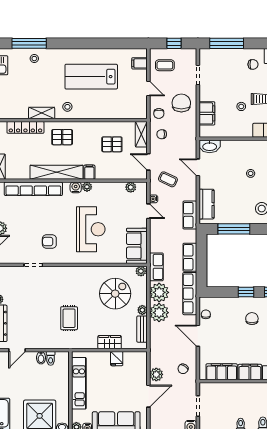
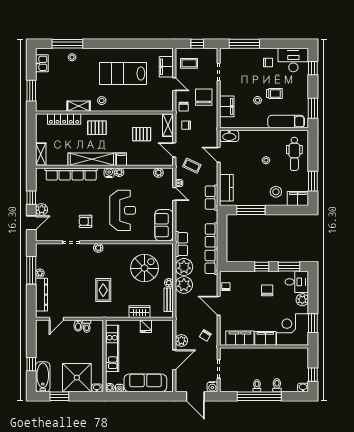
filing cabinet: (139, 63) -> (166, 67), width x2.00
plant: (141, 271) -> (98, 248), moved
row of seats: (190, 294) -> (211, 262), width x0.68

